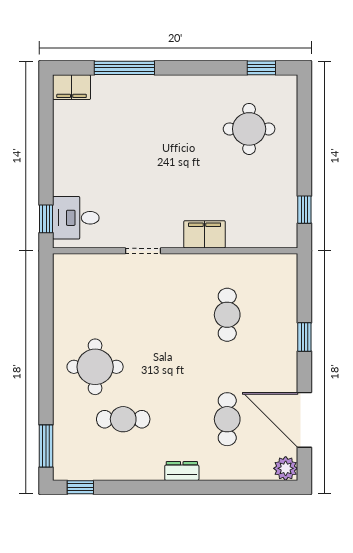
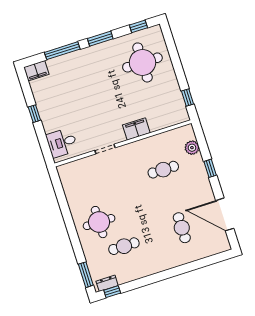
window: (193, 68) -> (100, 39), added
round table: (249, 129) -> (142, 62), width x1.36, depth x1.36
window: (46, 219) -> (34, 114), moved
cafe table: (227, 315) -> (163, 170), turned 90
plant: (286, 468) -> (192, 148), moved
dresser: (182, 471) -> (107, 283), moved

